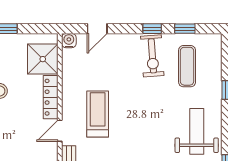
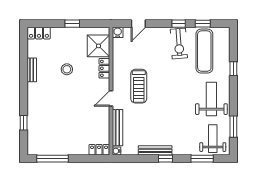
exercise mat: (187, 66) -> (204, 51), width x1.36, depth x1.45
locker: (51, 97) -> (104, 68), width x0.66
treadmill: (98, 114) -> (139, 86), turned 180

